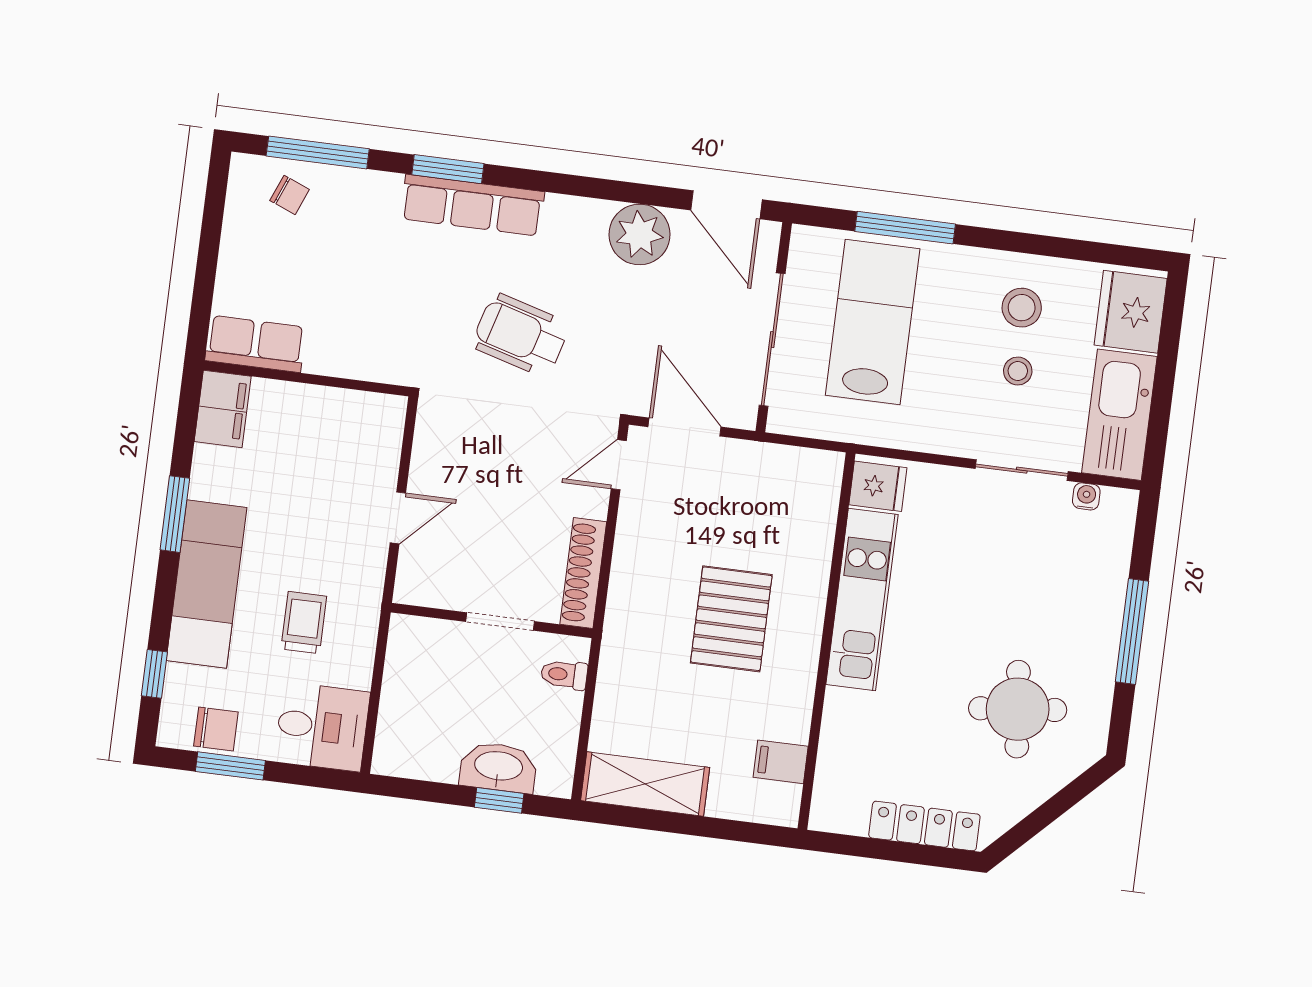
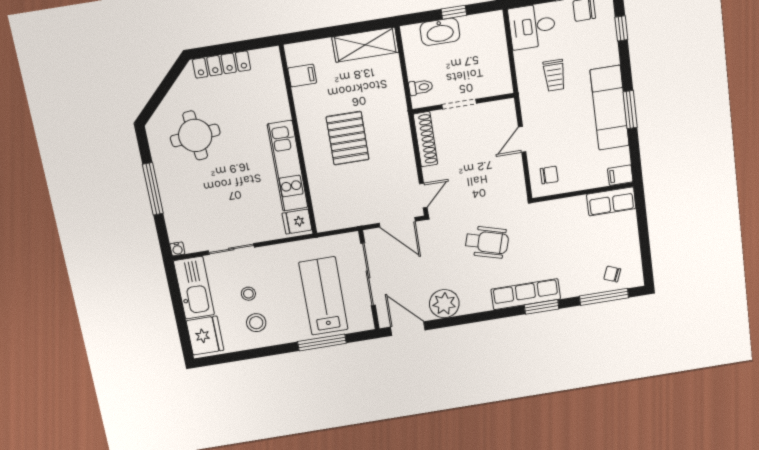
lab bench: (873, 322) -> (323, 296), turned 180
filing cabinet: (223, 409) -> (620, 175), width x0.50
chair: (364, 433) -> (549, 175), added
water cooler: (1086, 496) -> (177, 249), moved
exam couch: (207, 584) -> (610, 108), moved
window: (499, 800) -> (454, 12), moved

